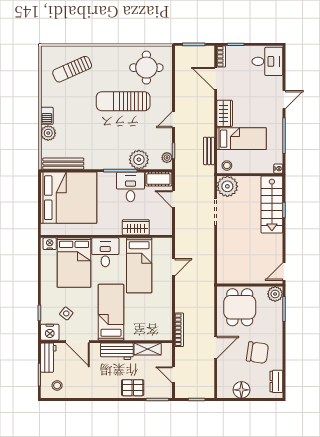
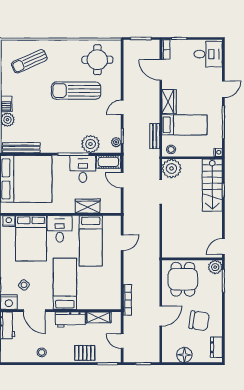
stool: (57, 385) -> (42, 352), moved

